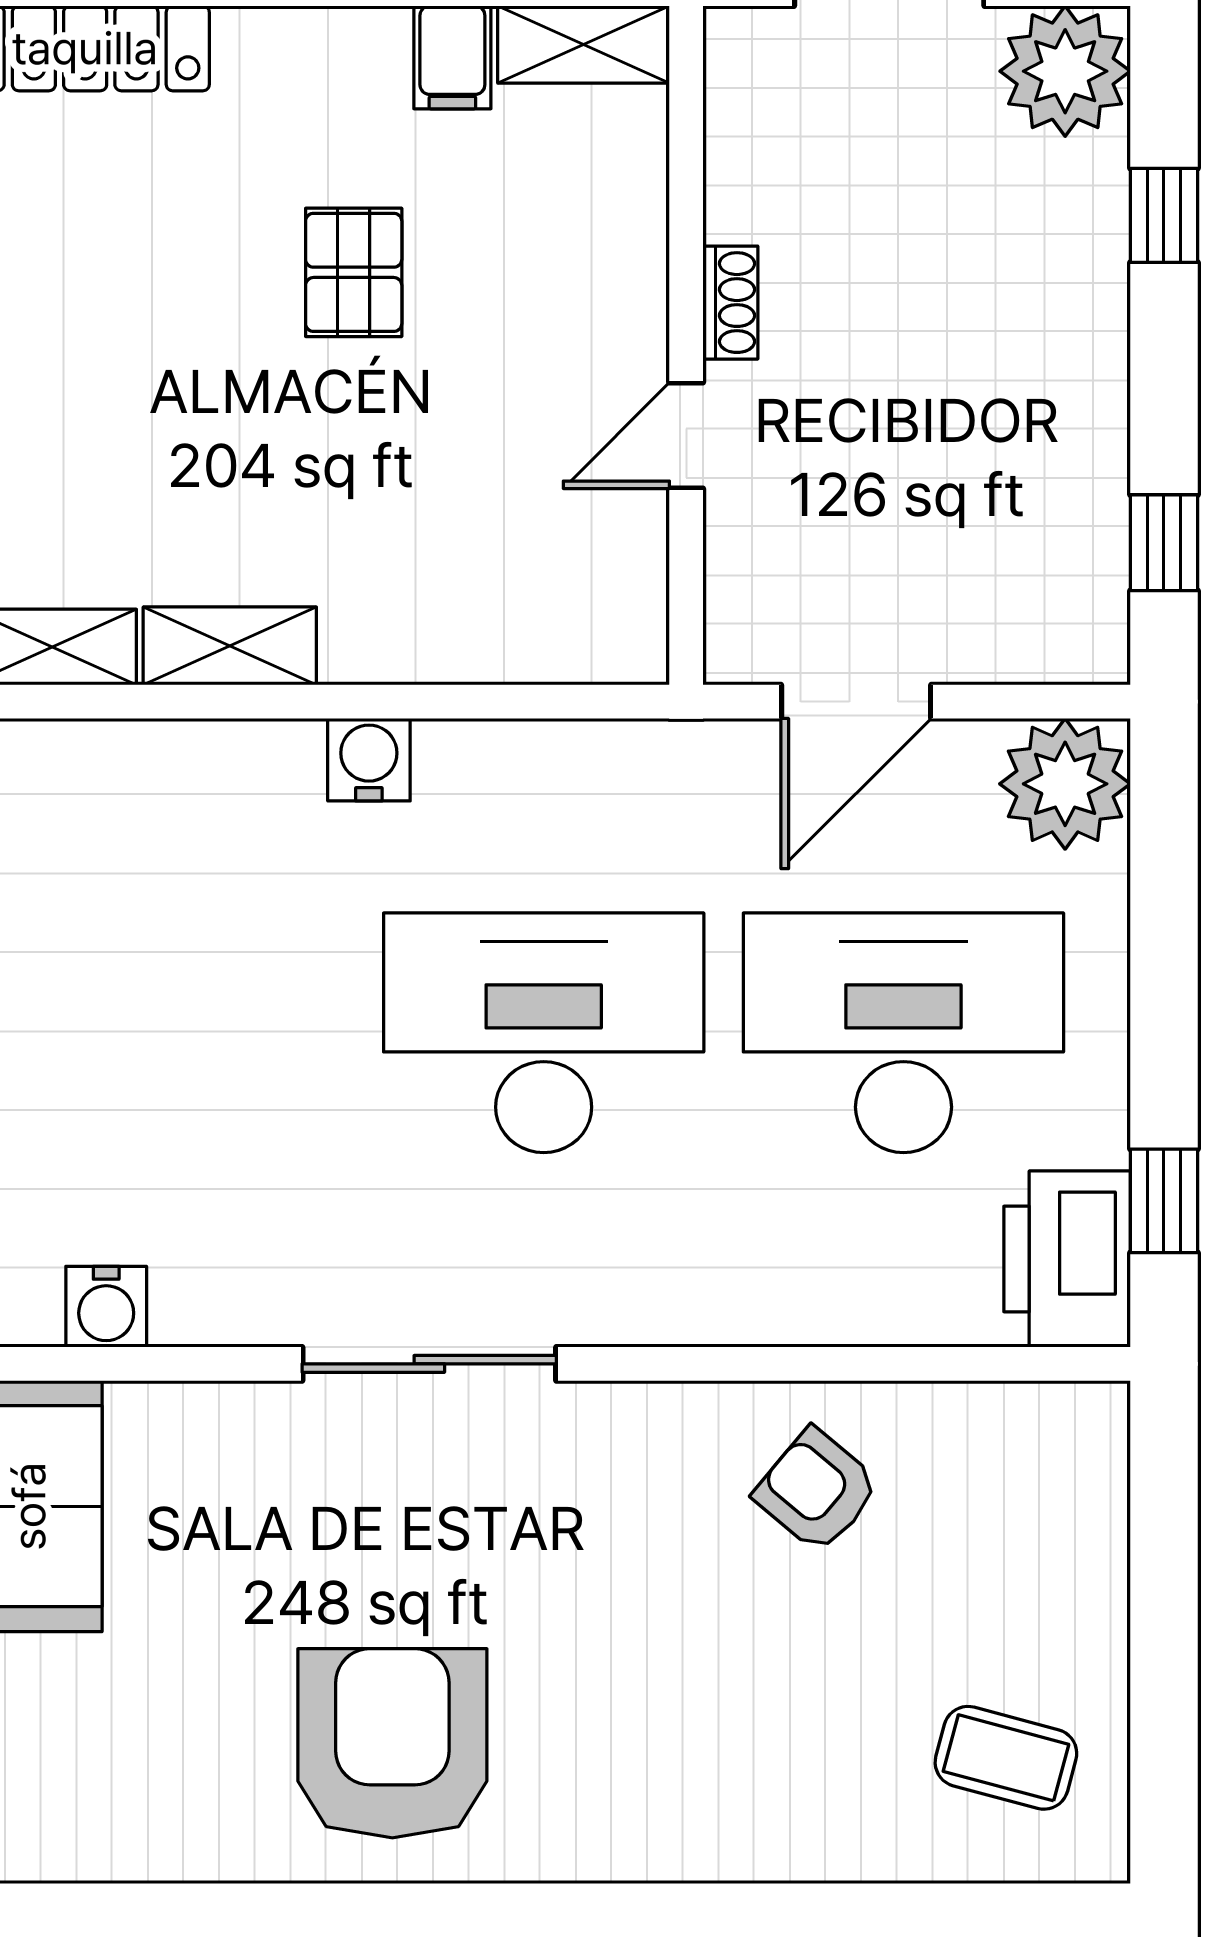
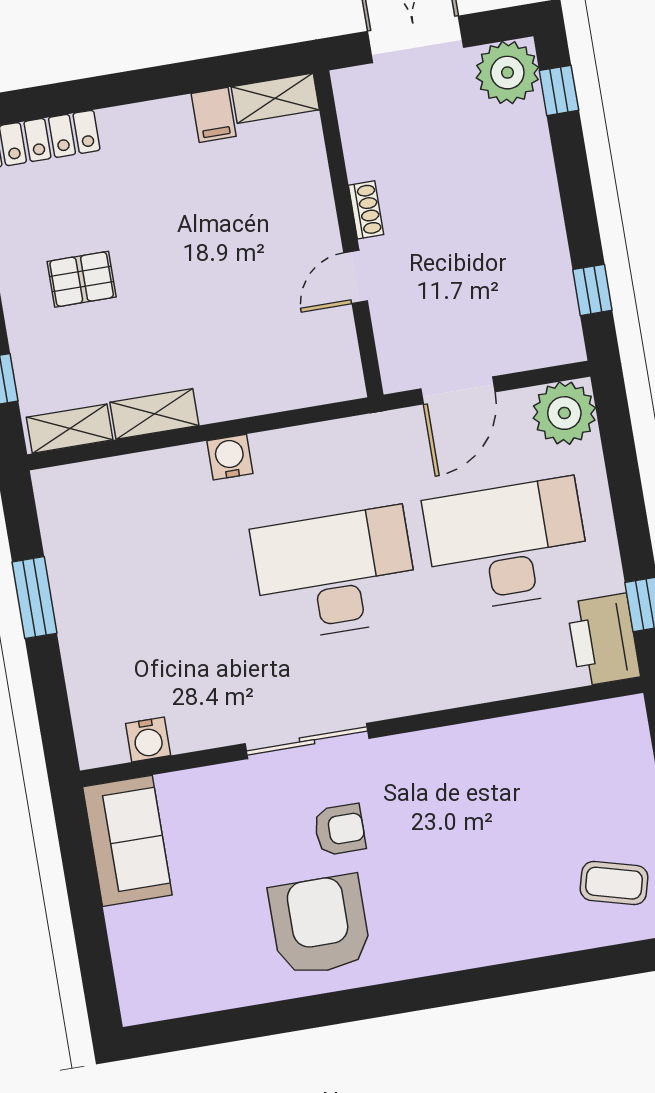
window: (1164, 215) -> (559, 90), moved
pallet: (354, 272) -> (82, 279), moved, turned 90
armchair: (817, 1490) -> (340, 830), moved, turned 140

